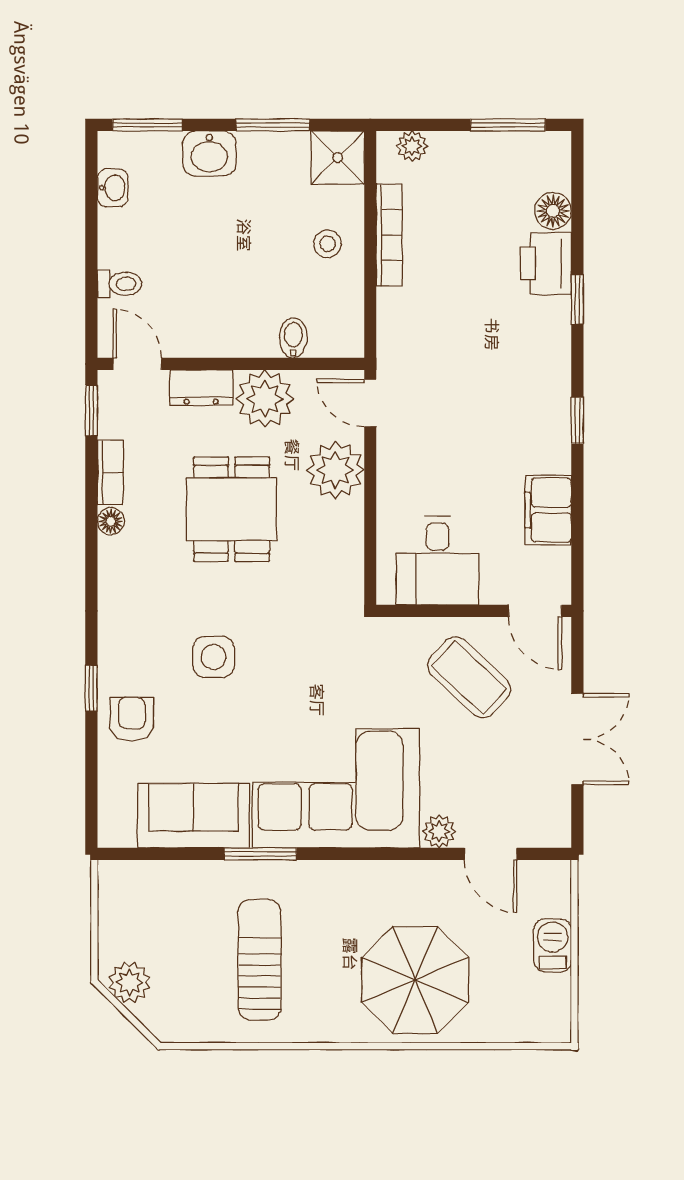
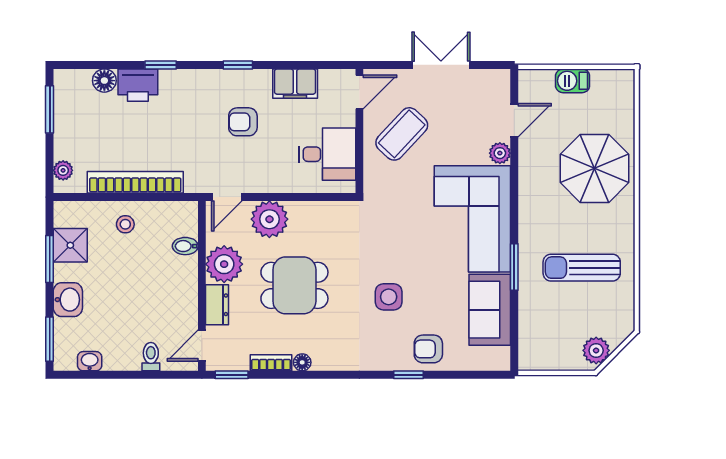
shower: (338, 158) -> (70, 245), moved
bookcase: (389, 235) -> (135, 182), width x1.48, depth x1.31
armchair: (488, 428) -> (243, 122), added

